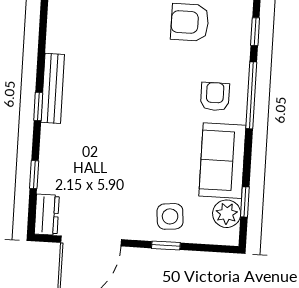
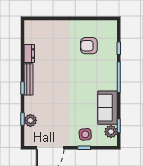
armchair: (215, 97) -> (102, 79), removed
plant: (52, 179) -> (30, 120), added
dresser: (47, 215) -> (29, 54), moved

